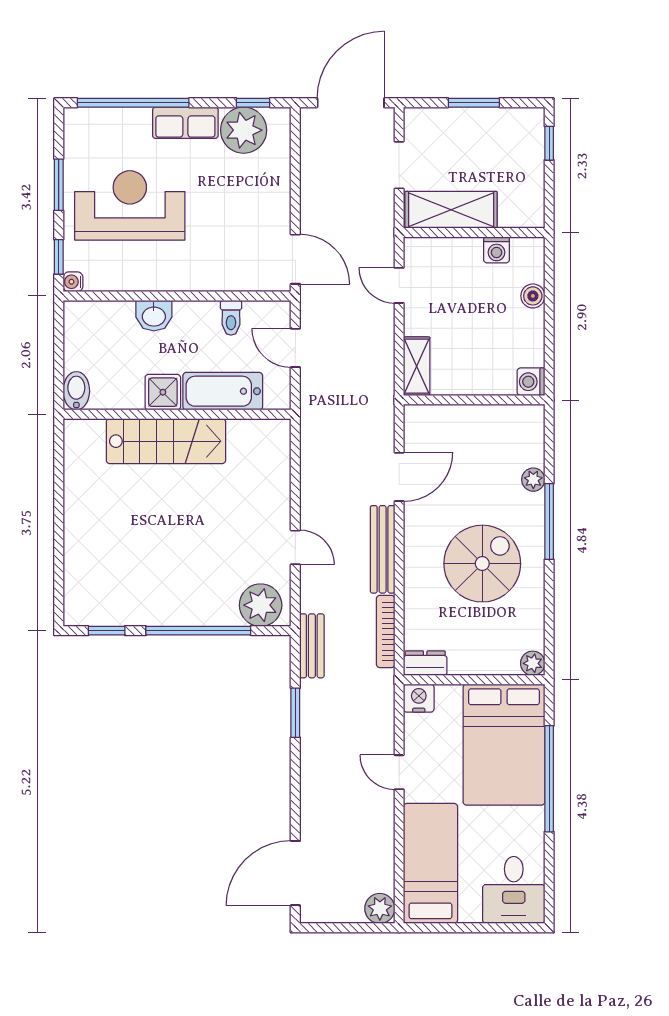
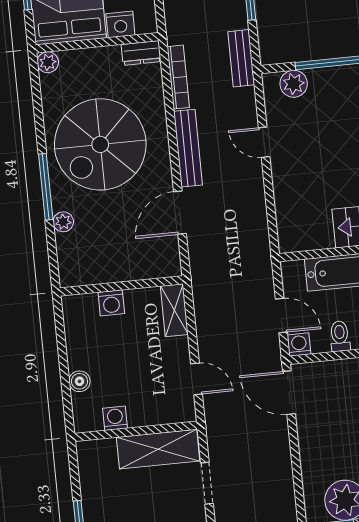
washing machine: (278, 313) -> (299, 345), added
washing machine: (531, 382) -> (111, 303), moved, turned 90
spiral stairs: (482, 564) -> (100, 144), width x1.37, depth x1.37
plant: (261, 605) -> (294, 84), width x0.73, depth x0.73
nightstand: (419, 698) -> (120, 24), moved

